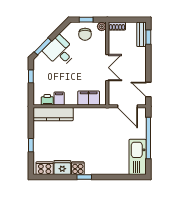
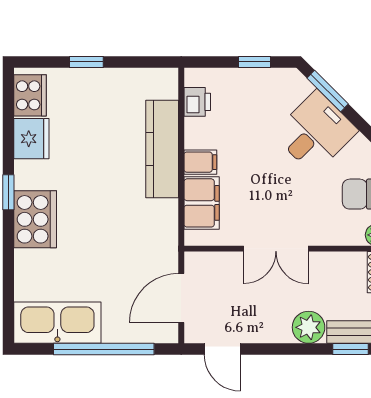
plant: (139, 54) -> (309, 327), added
door: (148, 90) -> (222, 349), swing flipped
filing cabinet: (59, 99) -> (200, 162), moved
kitchen counter: (53, 114) -> (162, 149), moved
cooker: (78, 168) -> (35, 219), moved, width x1.87, depth x1.31

